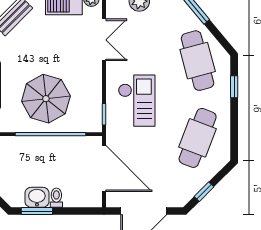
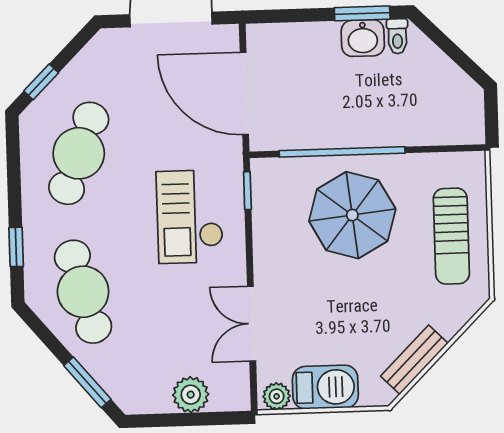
window: (204, 192) -> (41, 82), moved
toilet: (56, 198) -> (397, 36), moved

